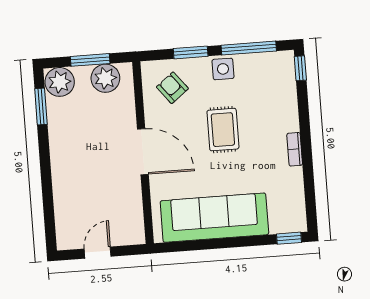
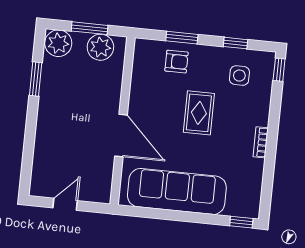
window: (249, 48) -> (235, 43), width x0.46
side table: (223, 69) -> (239, 76), moved
armchair: (172, 88) -> (177, 62), moved, turned 128
window: (41, 107) -> (36, 79), moved
door: (143, 152) -> (121, 136), moved

